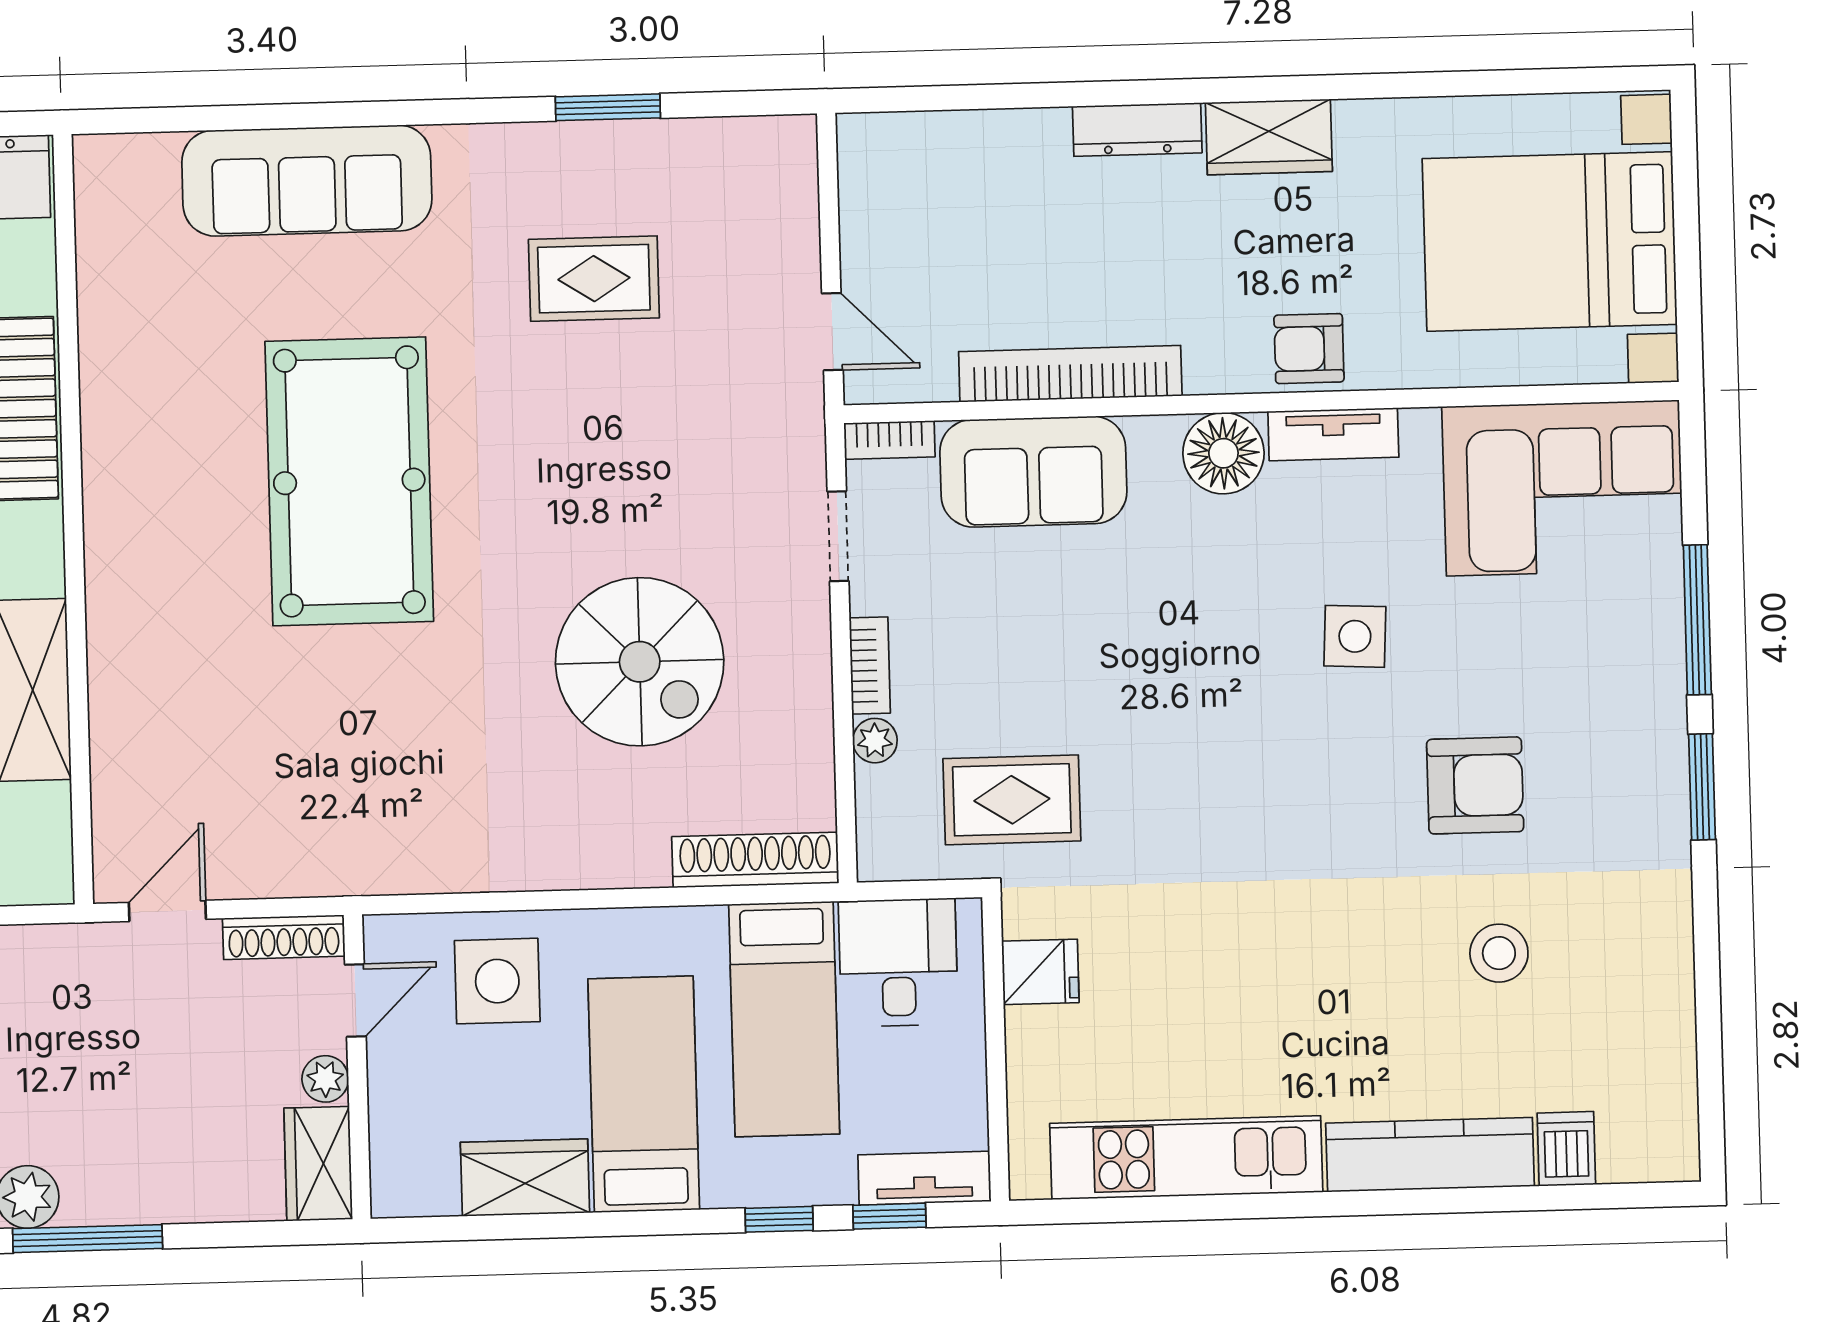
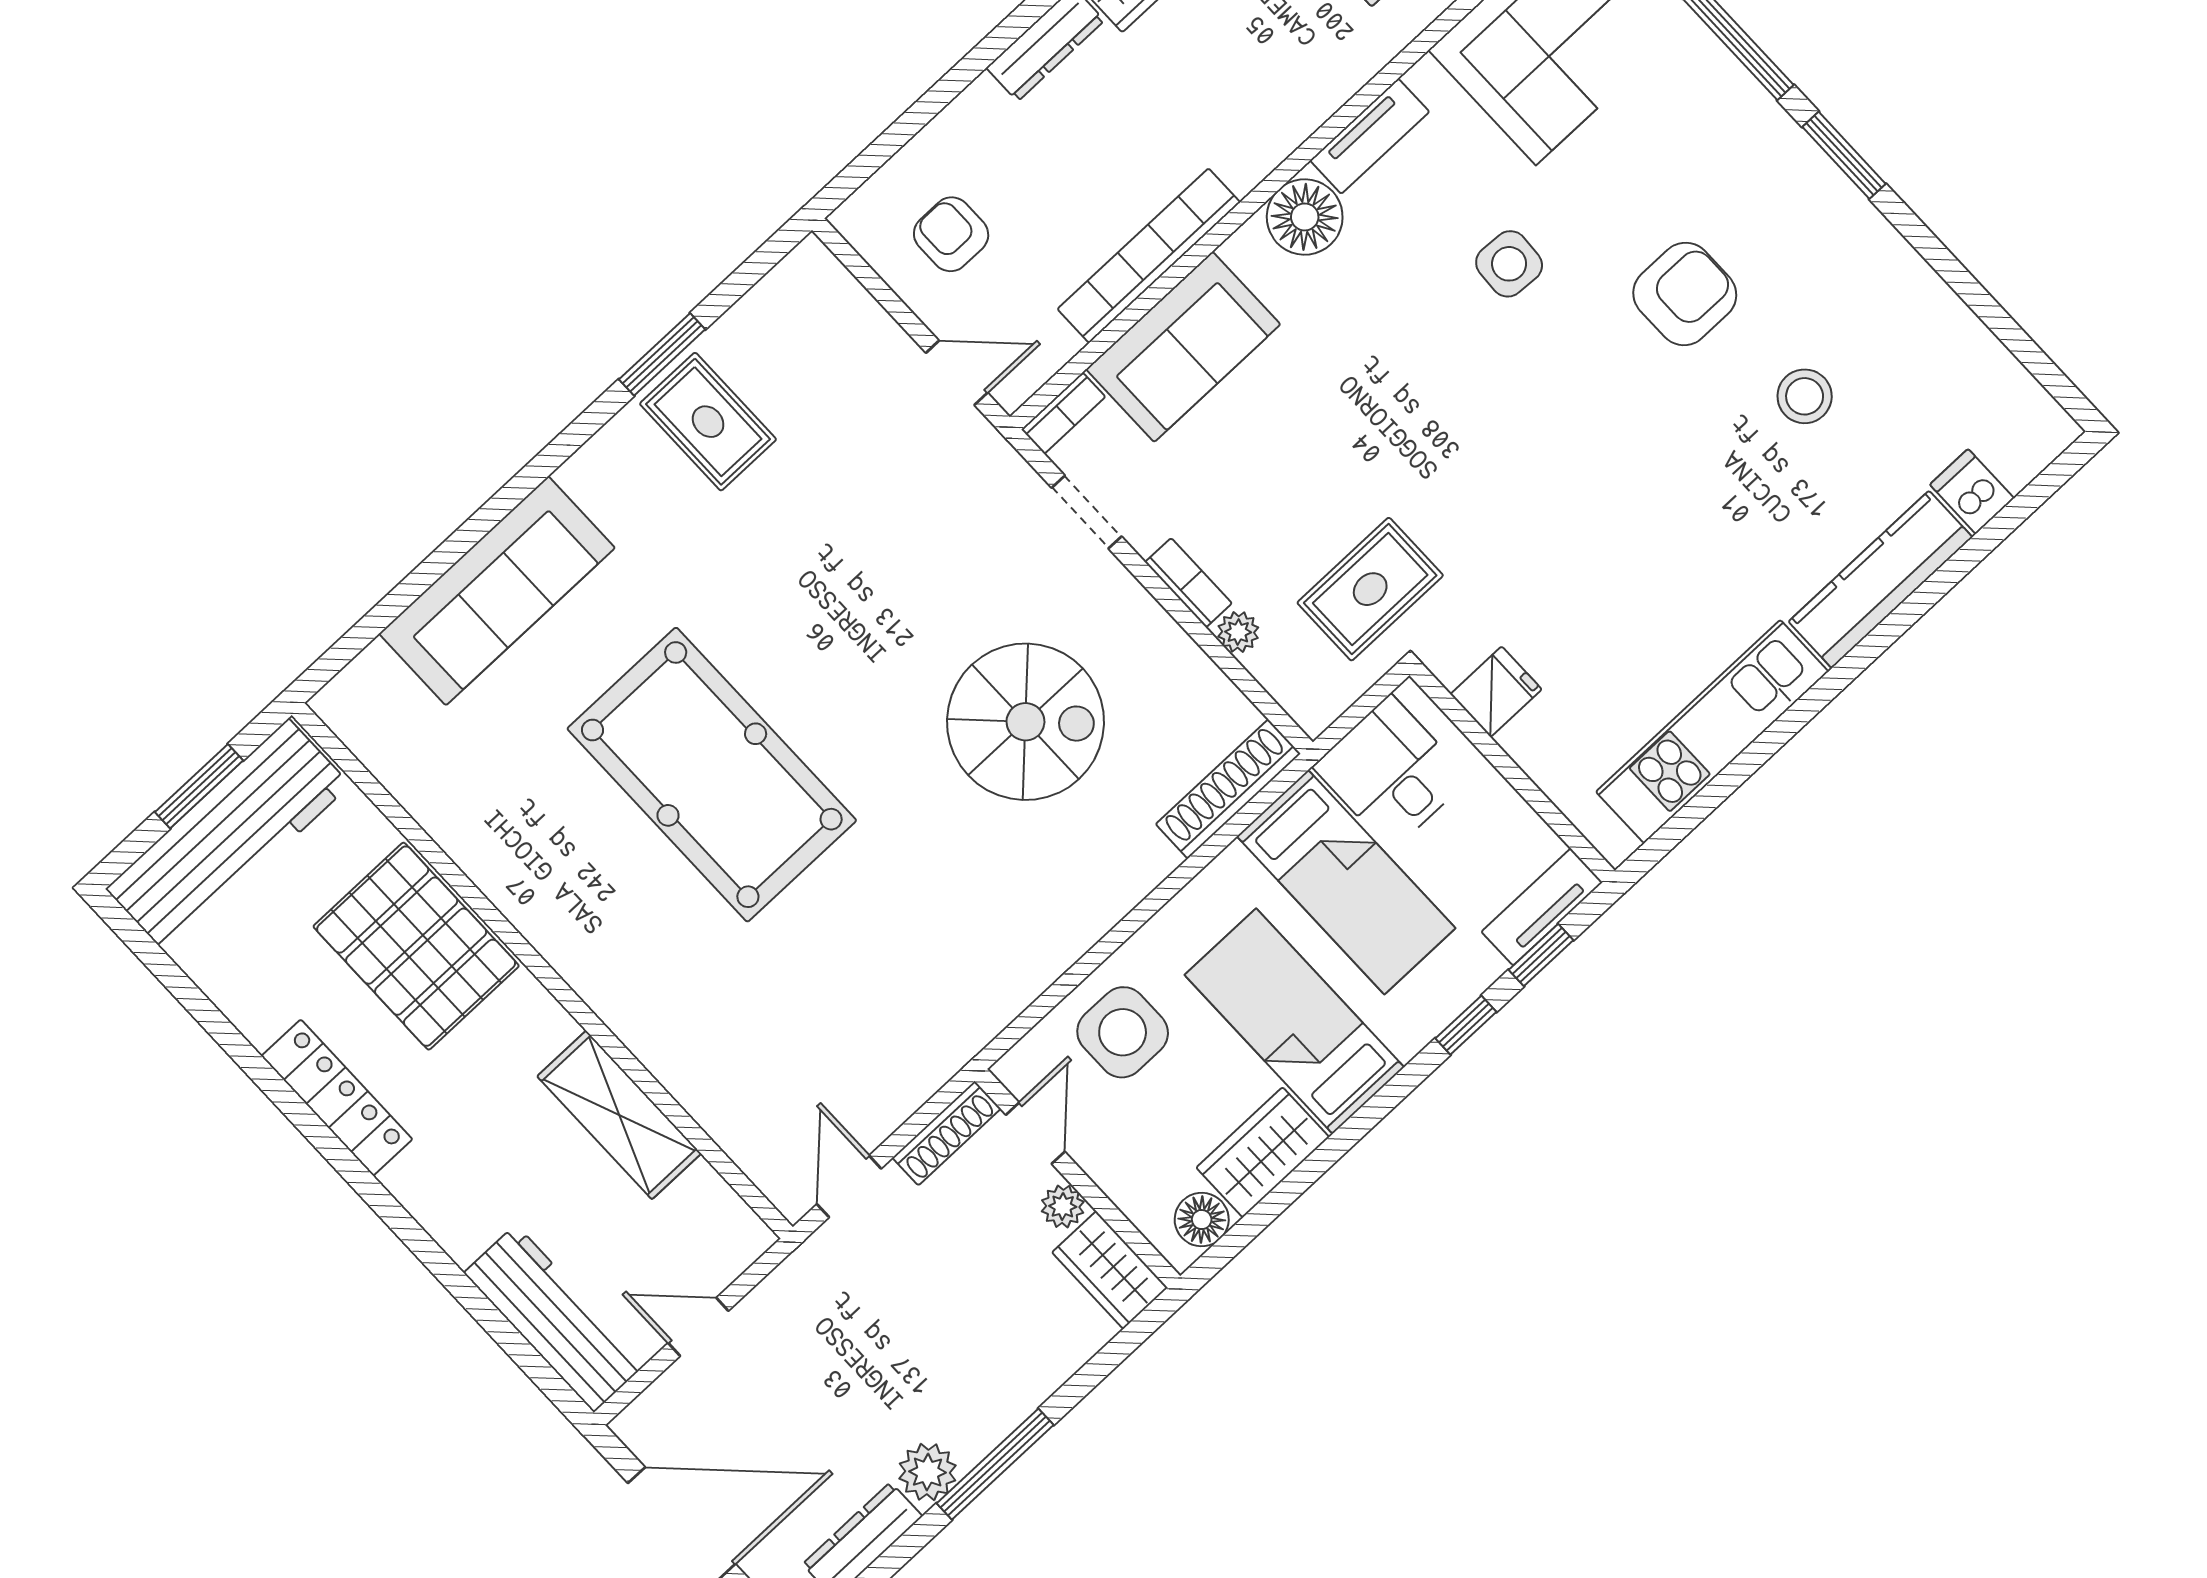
rug: (594, 279) -> (708, 422), moved, turned 90
armchair: (1309, 349) -> (951, 234), moved, turned 90
floor lamp: (428, 1188) -> (1202, 1220), added

